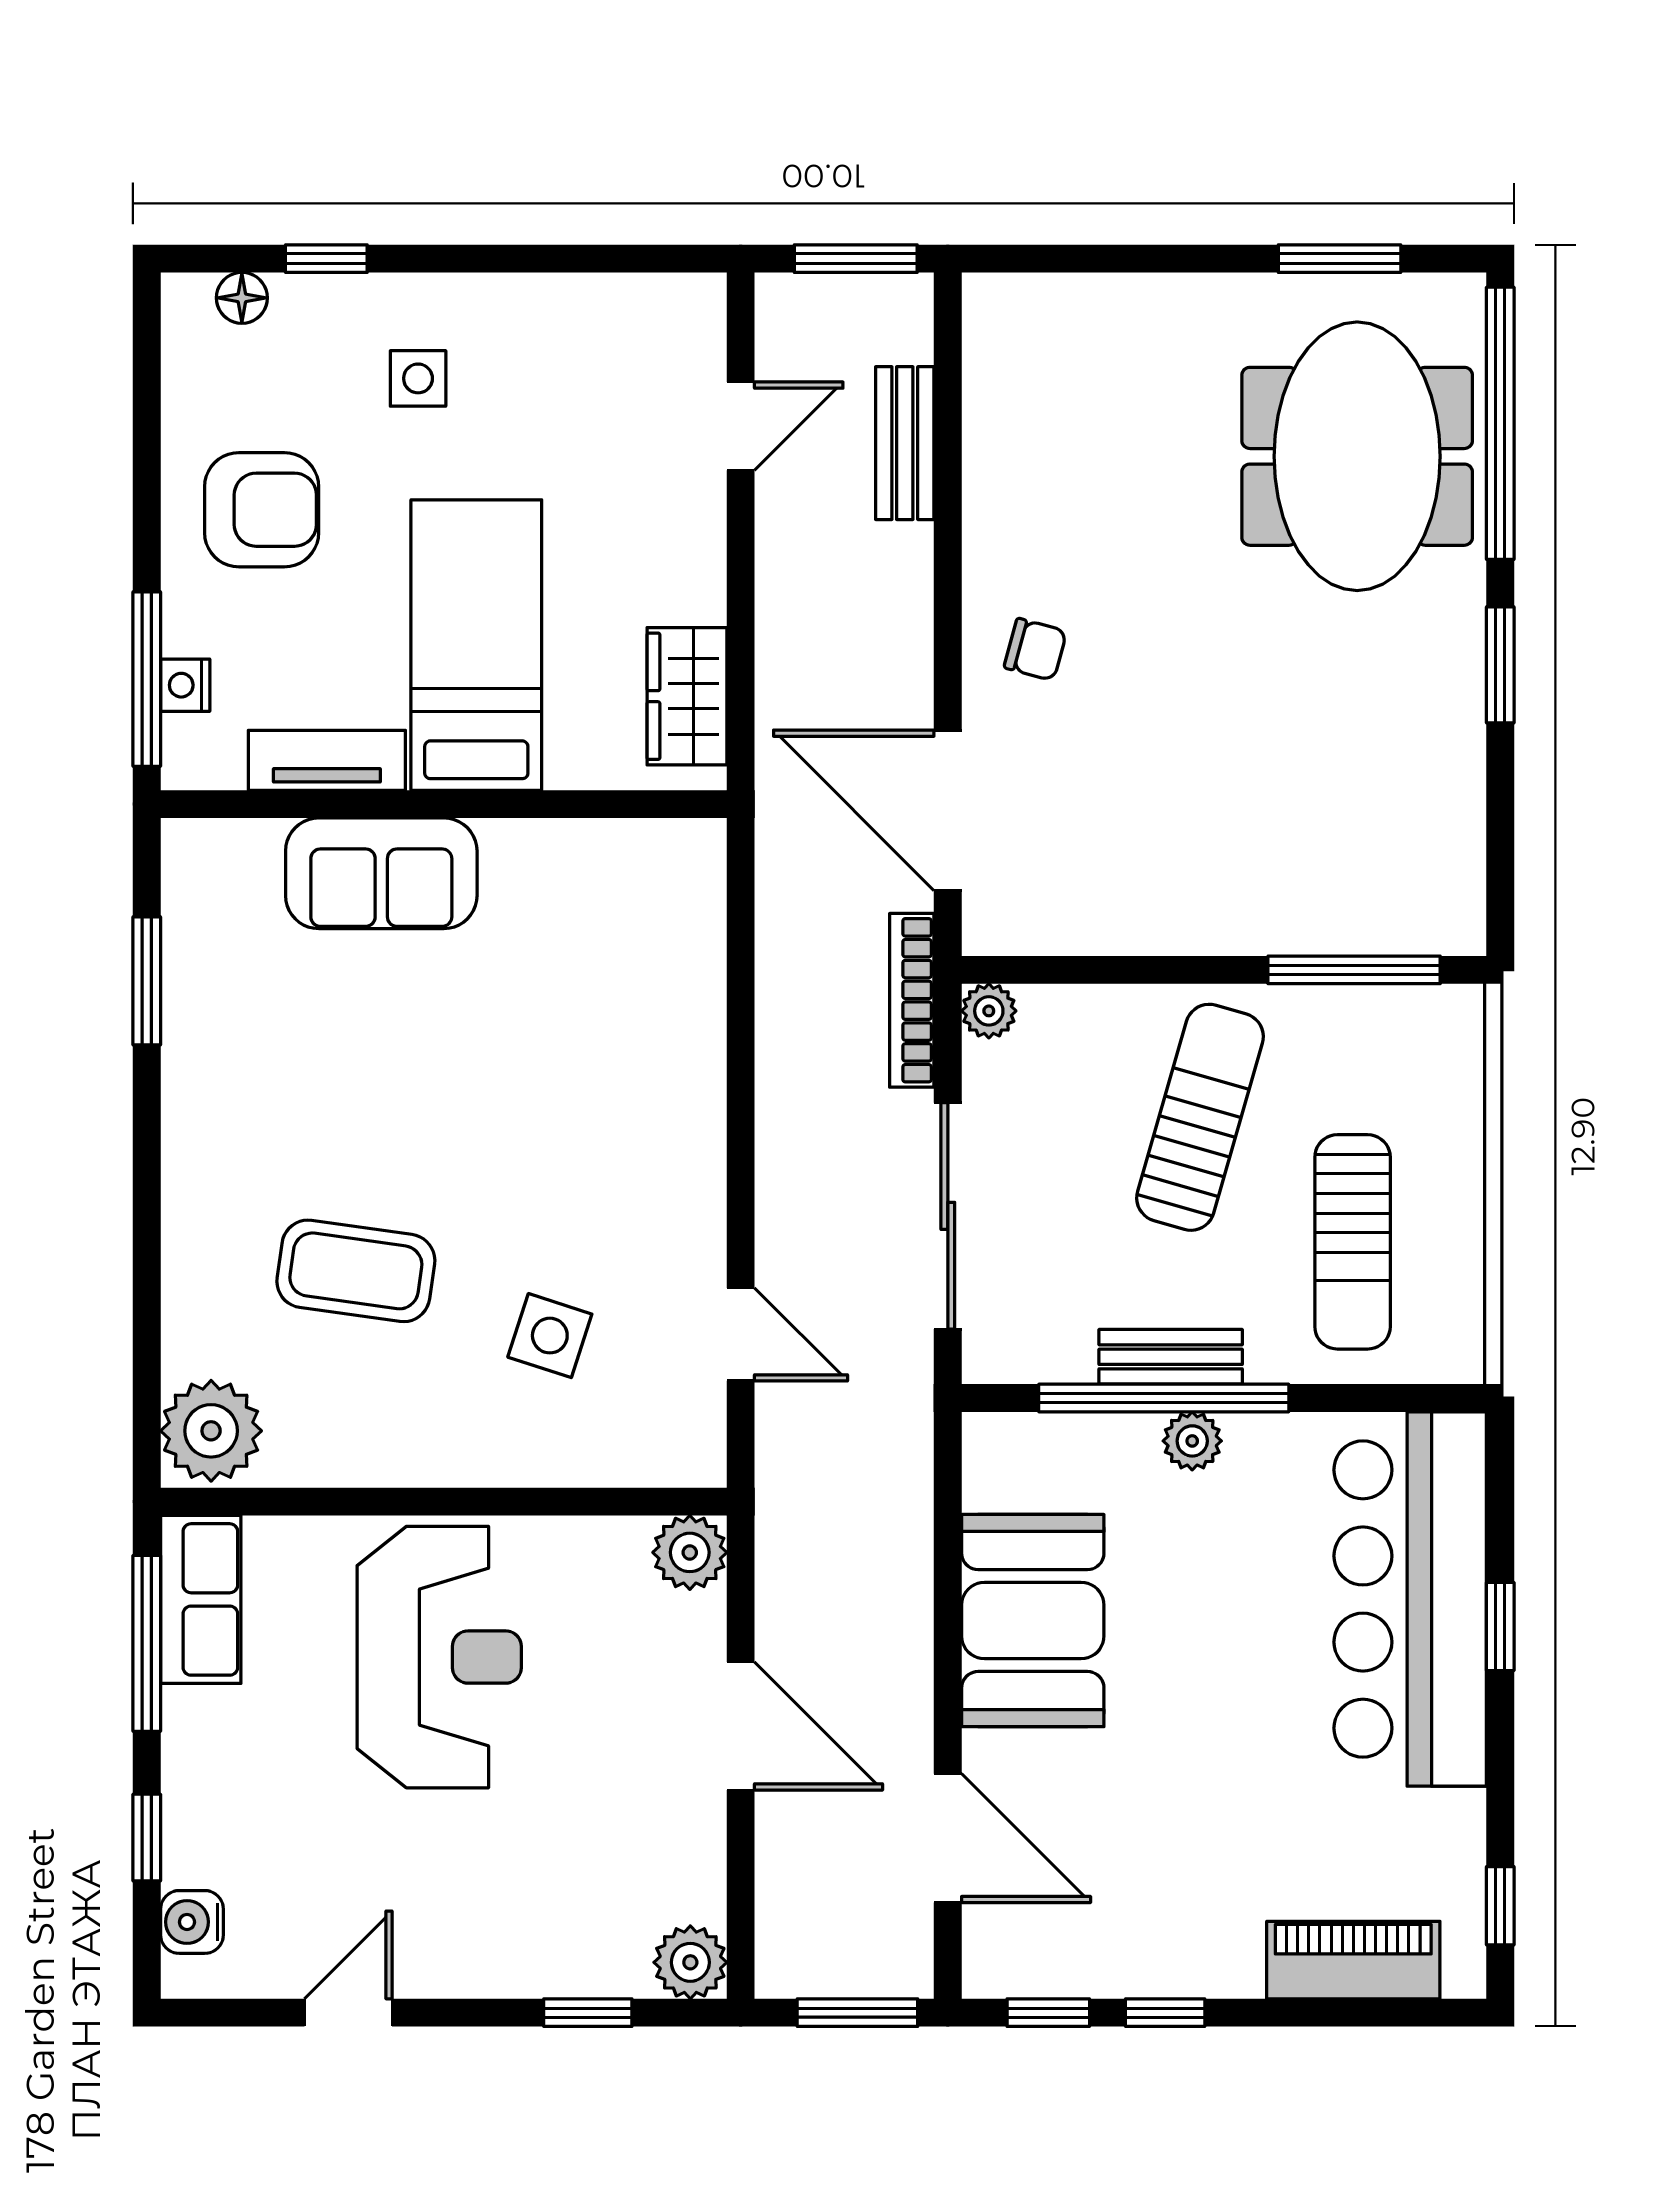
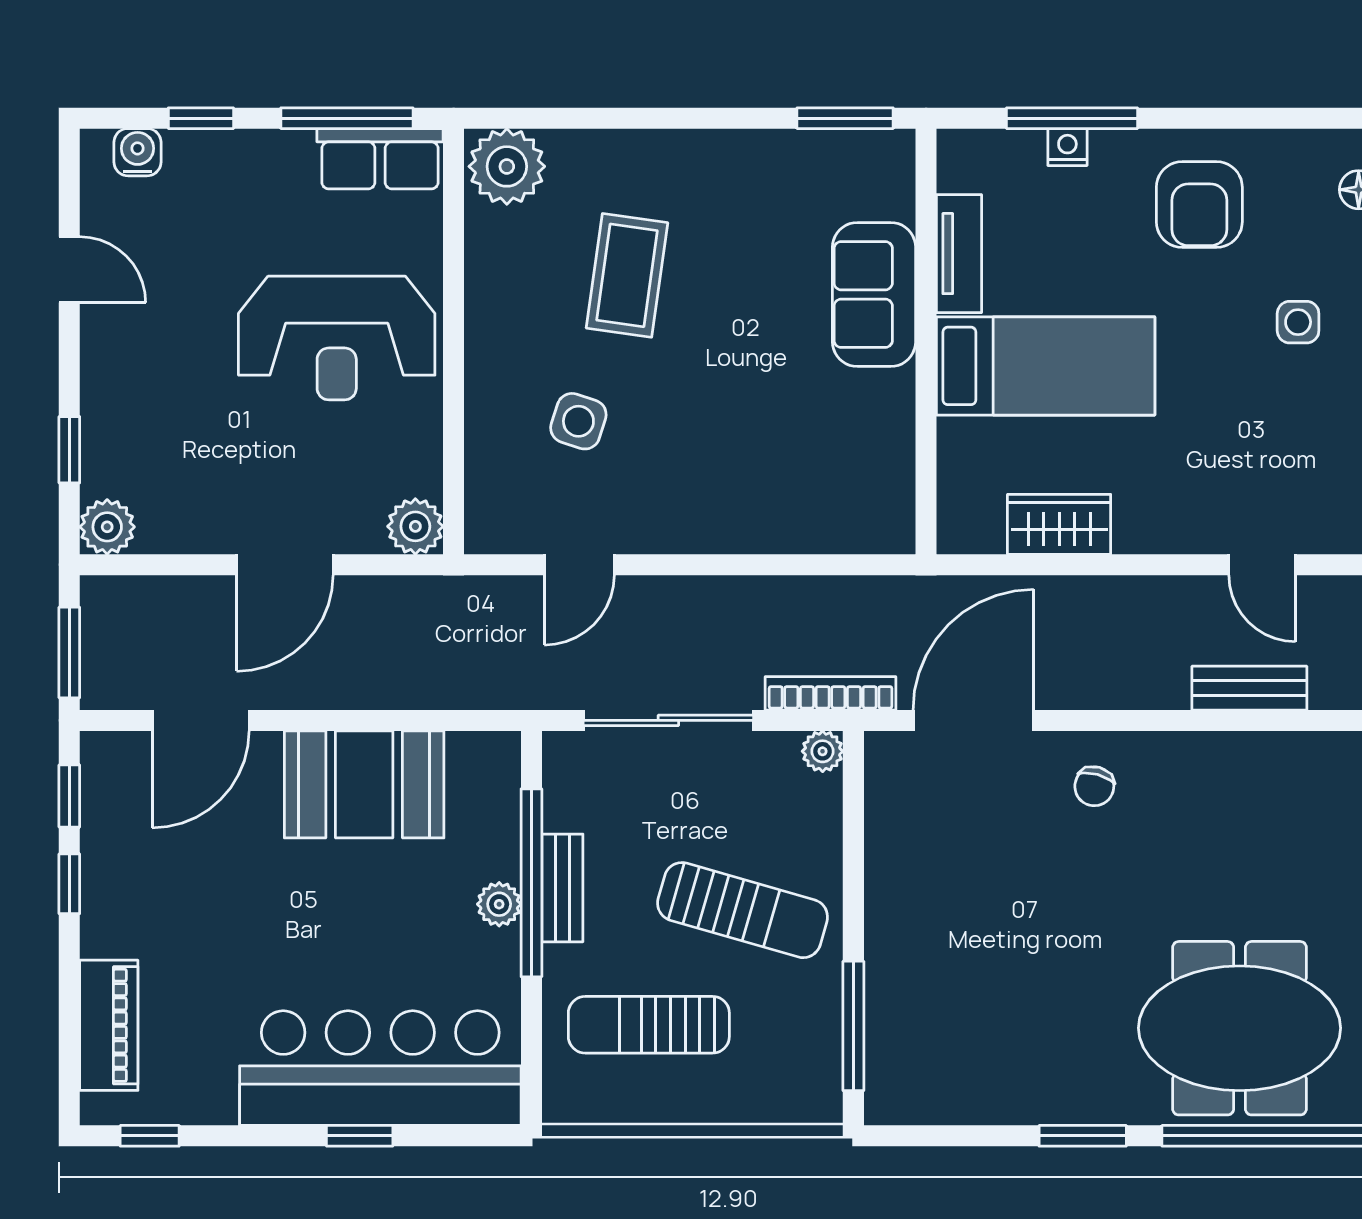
bed: (476, 645) -> (1046, 366), moved
tv unit: (327, 760) -> (959, 254), moved
wall: (444, 804) -> (926, 341), moved
sofa: (381, 873) -> (874, 294), moved

